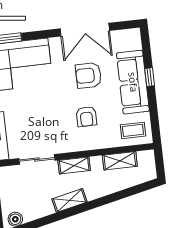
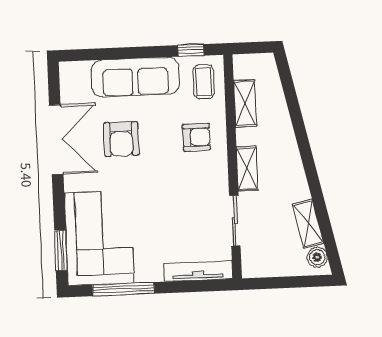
window: (150, 77) -> (191, 50), moved
armchair: (86, 117) -> (196, 137), moved
shelving: (70, 200) -> (308, 224), moved

